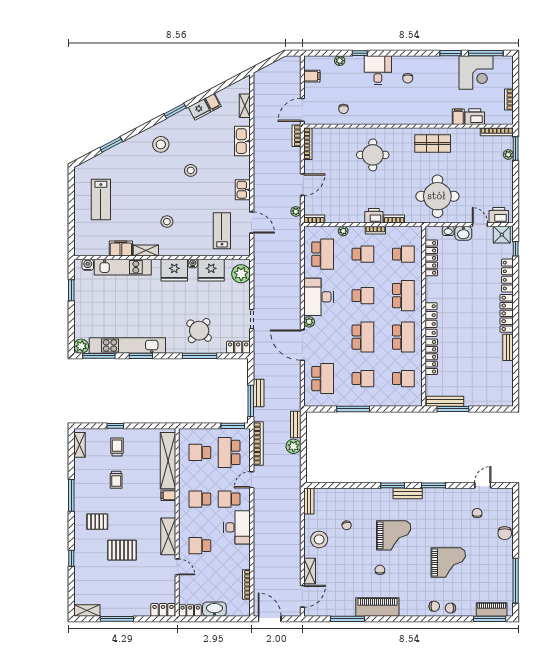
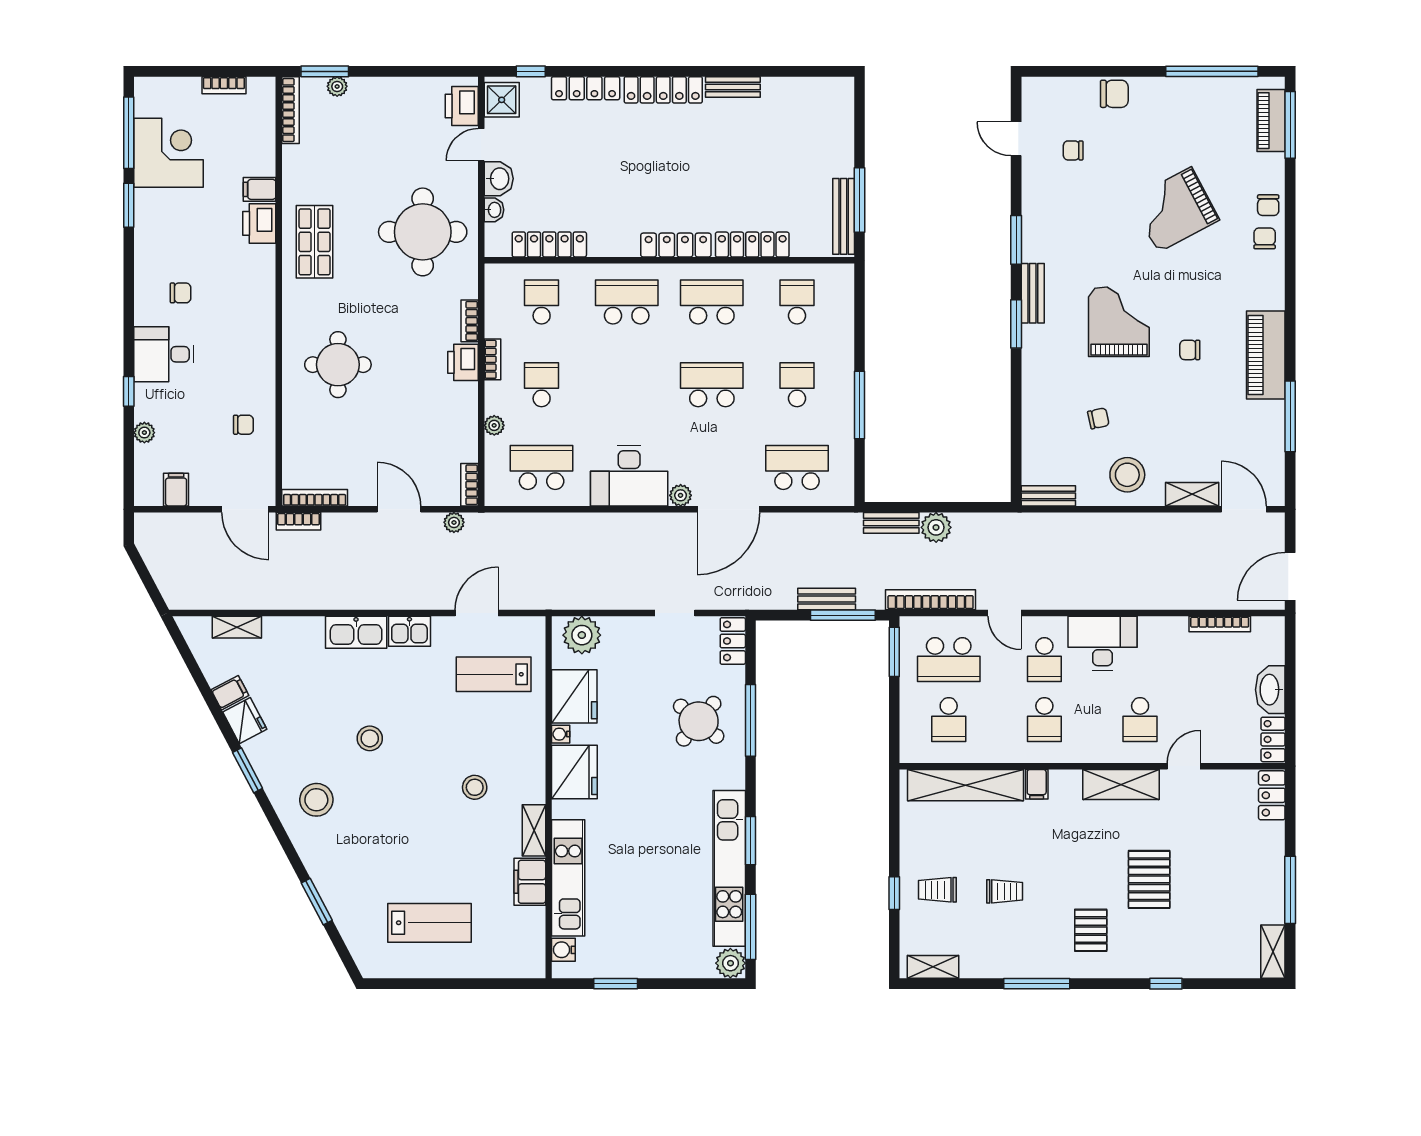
printer: (475, 117) -> (259, 223), moved
kitchen sink: (242, 141) -> (356, 632), moved
school desk: (363, 296) -> (627, 385), removed
grand piano: (448, 563) -> (1175, 210), turned -118

